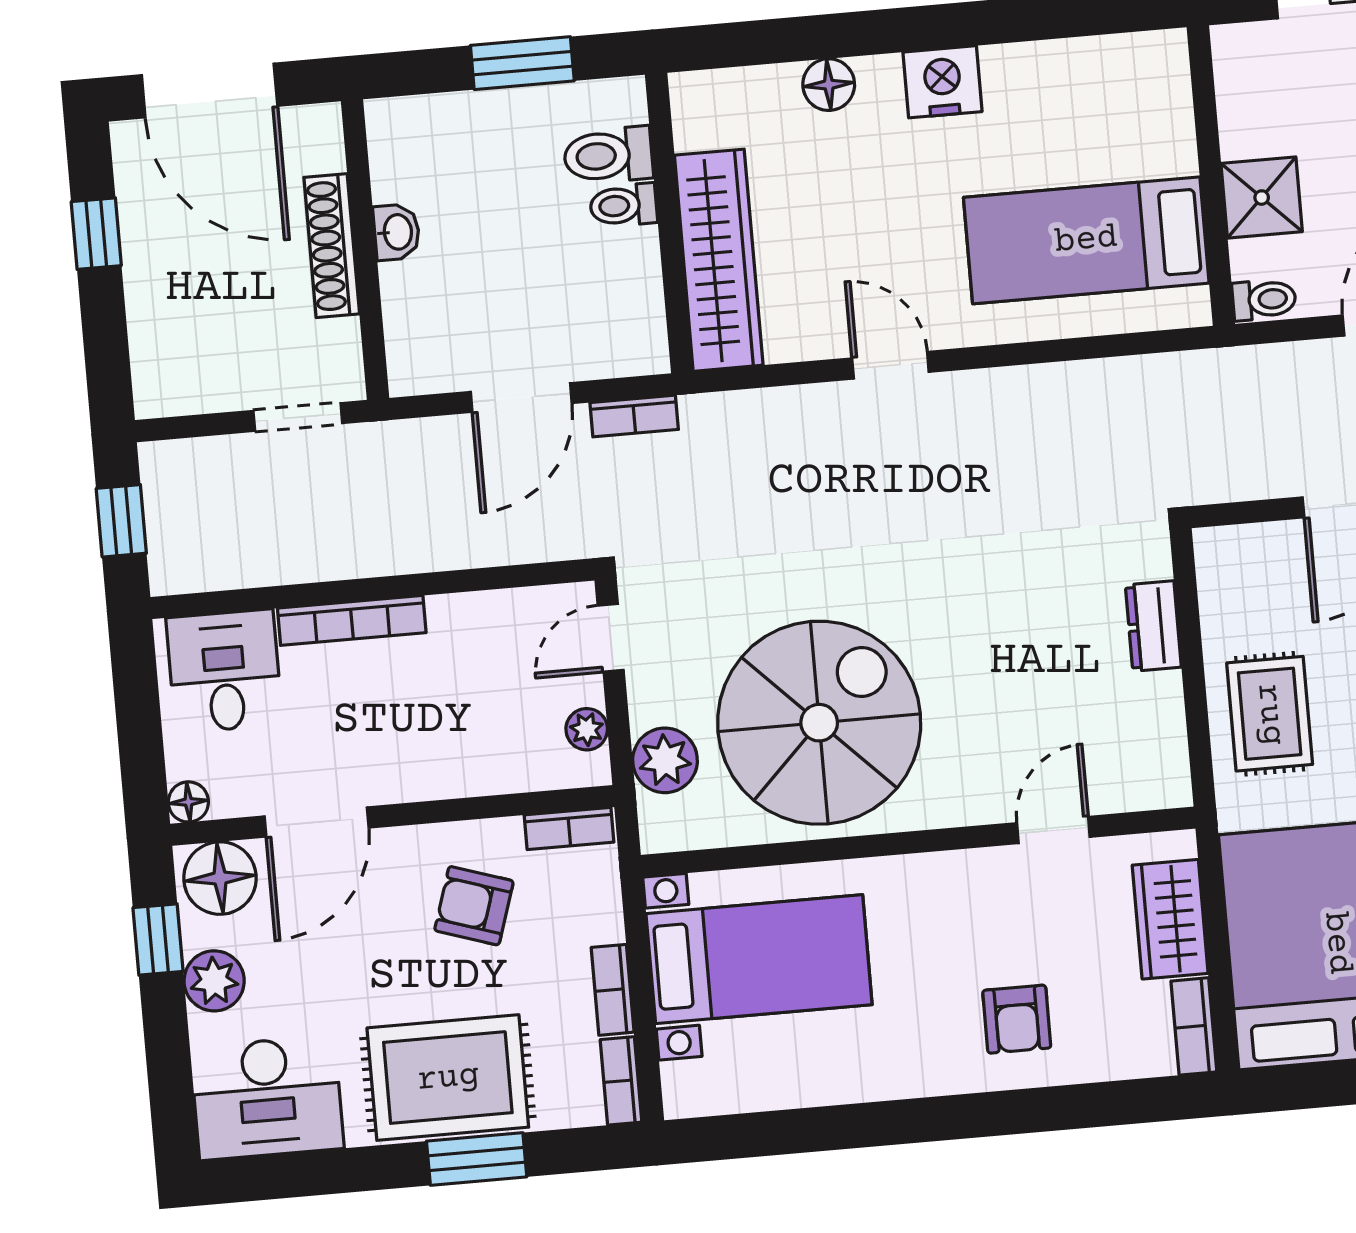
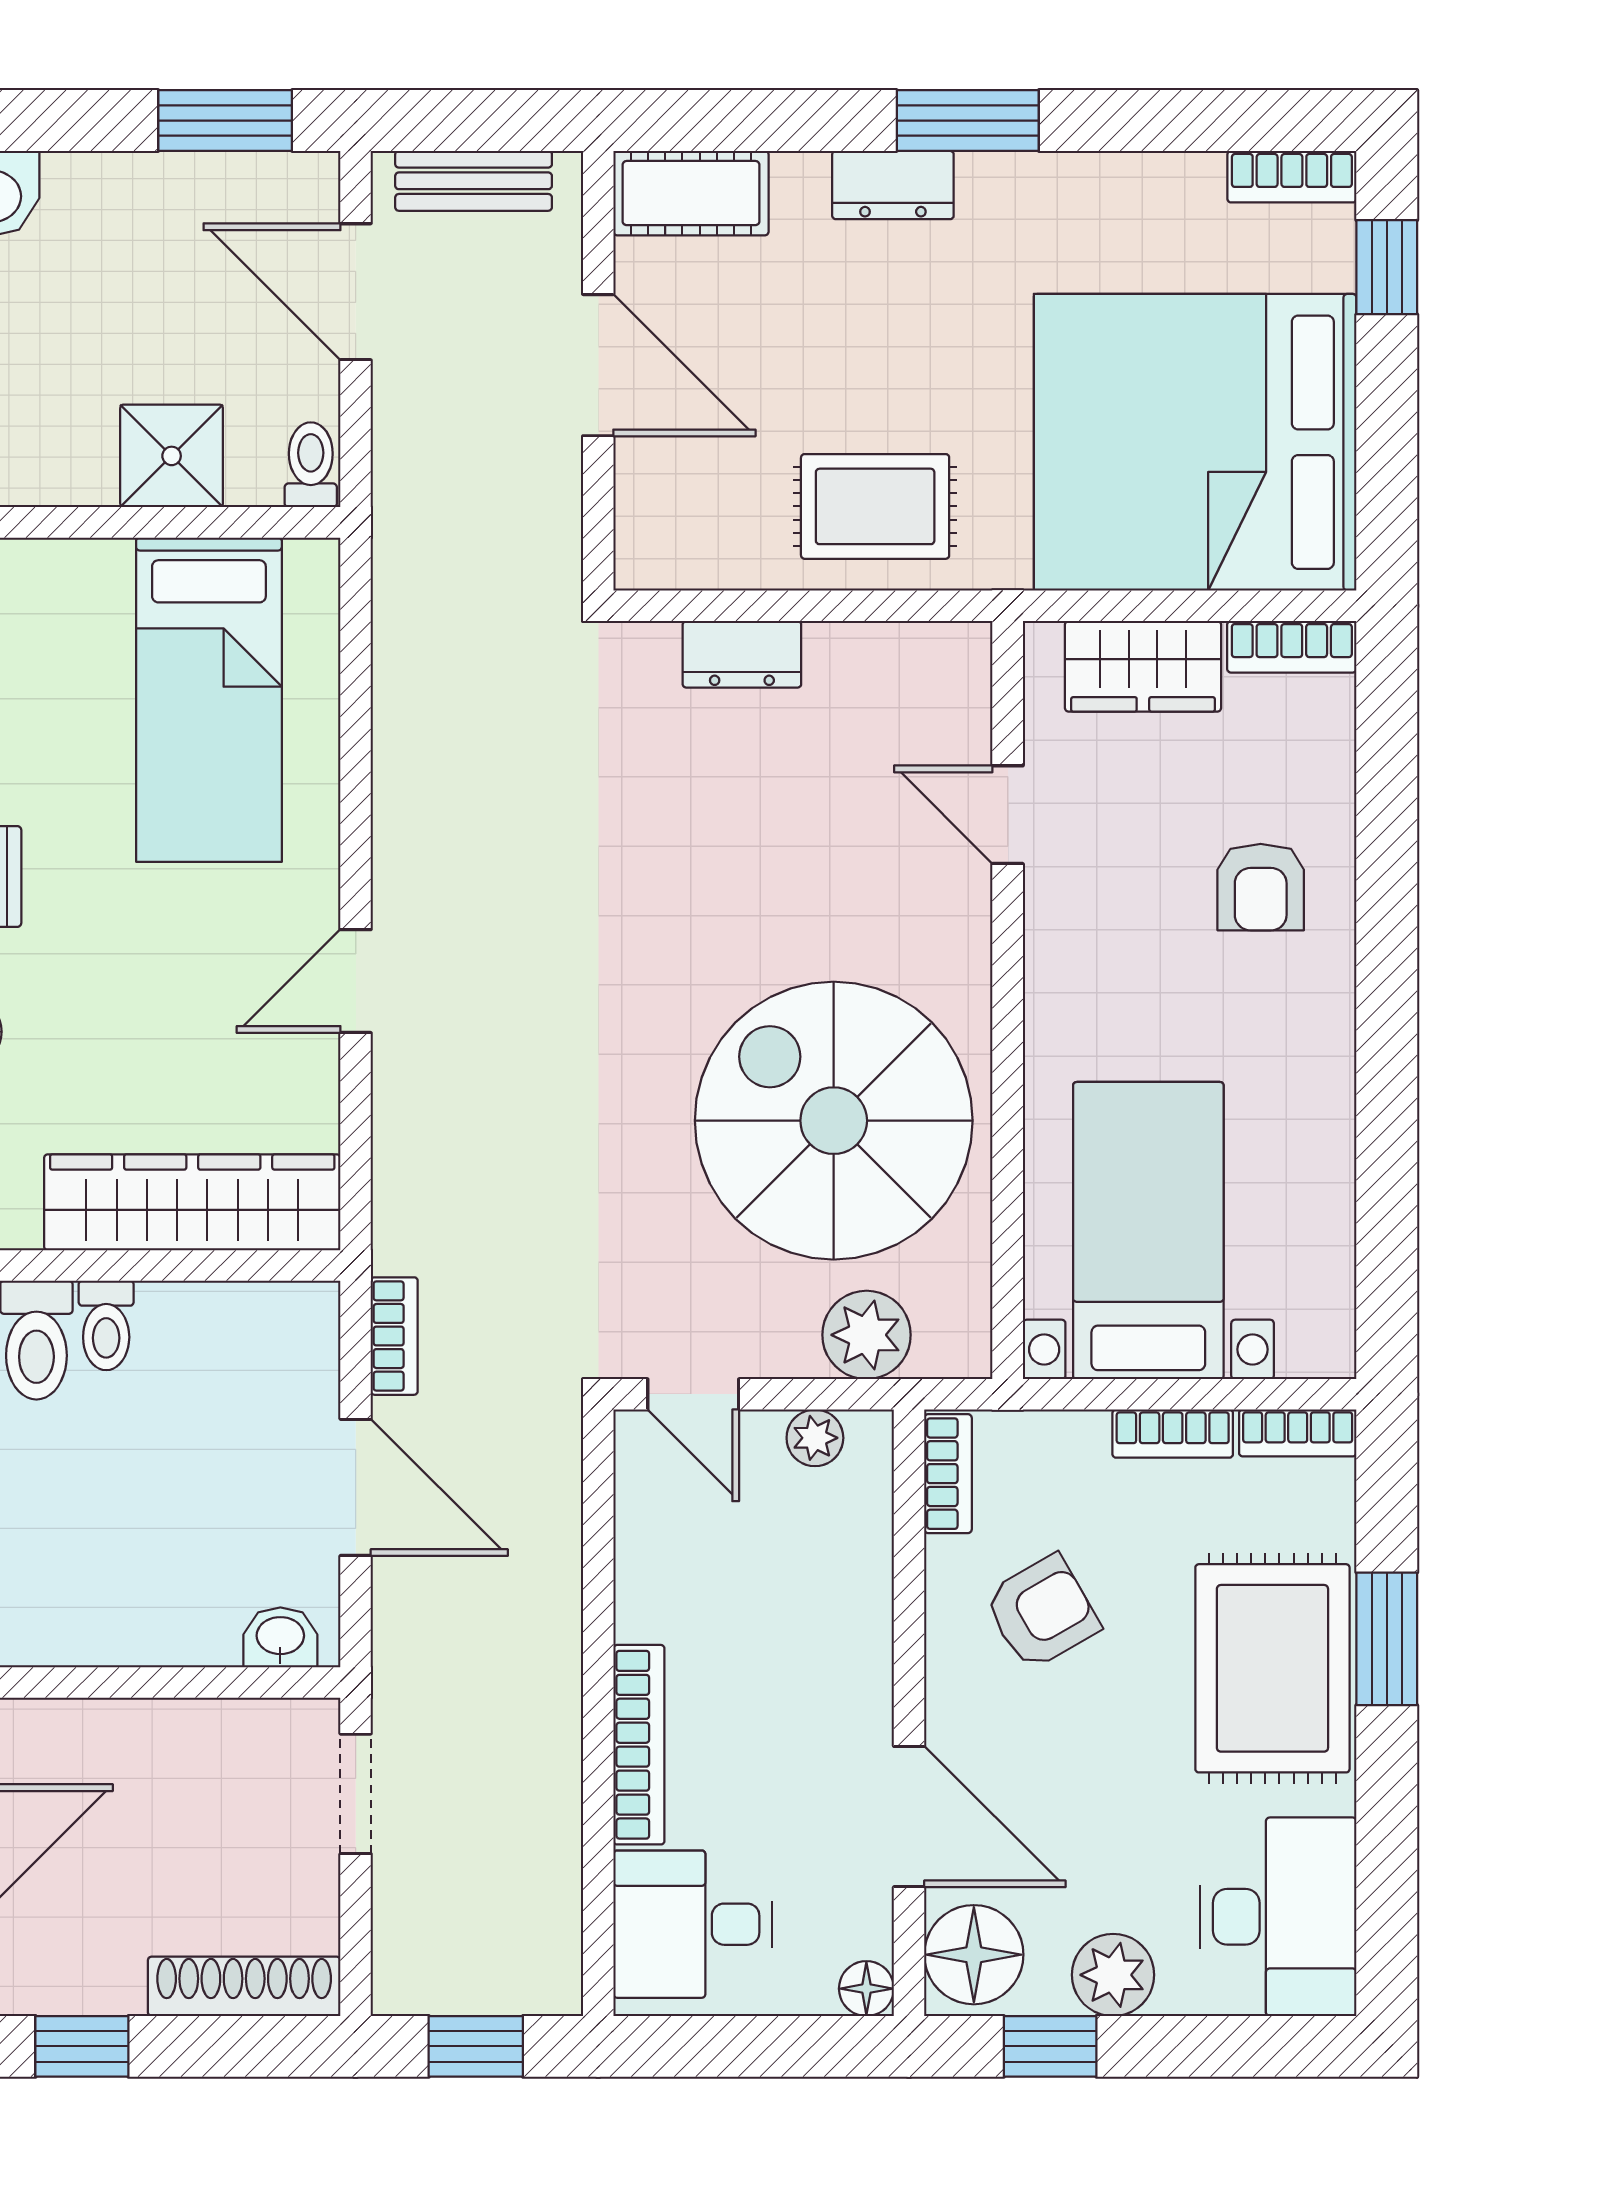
washbasin: (397, 232) -> (280, 1637), moved
shoe rack: (332, 246) -> (244, 1986), moved, turned 180
armchair: (474, 906) -> (1042, 1612), turned -138
armchair: (1017, 1019) -> (1261, 887), turned 90

